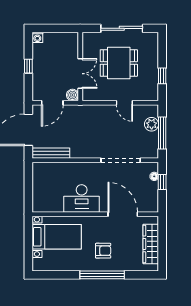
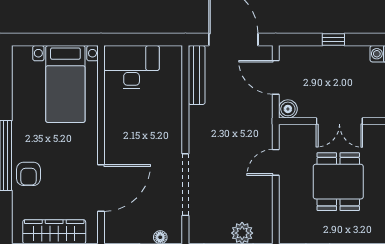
double door: (80, 74) -> (339, 121), moved
door: (124, 103) -> (276, 162), moved
desk: (82, 198) -> (132, 67), moved, turned 90
armchair: (103, 251) -> (28, 174), moved

